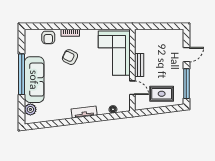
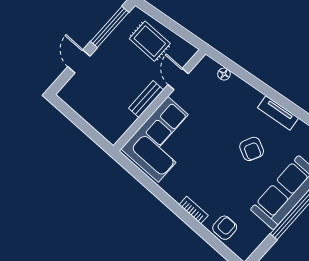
door: (186, 55) -> (79, 61), hinge flipped
armchair: (70, 57) -> (252, 149), moved
tv unit: (84, 112) -> (278, 113), moved

